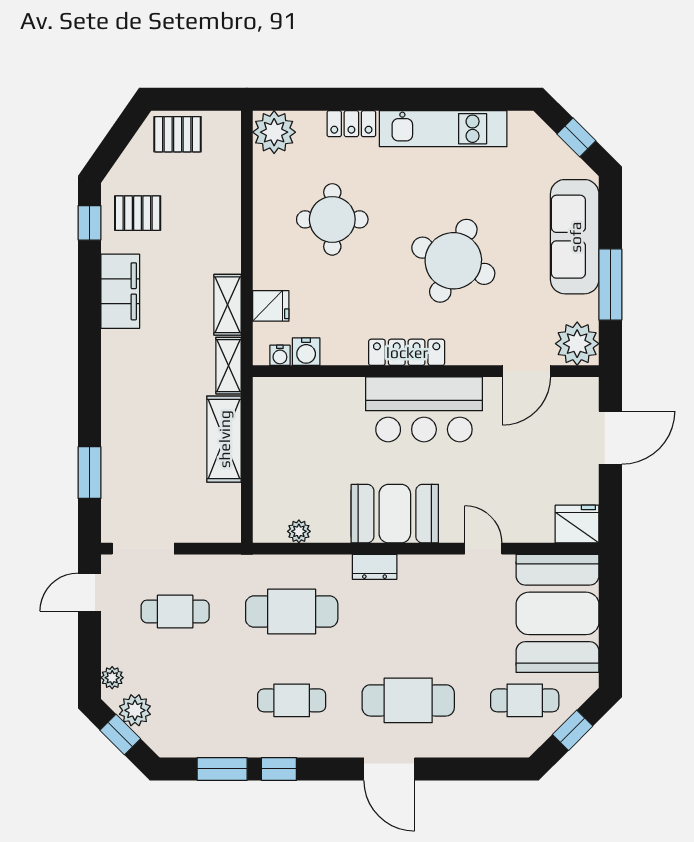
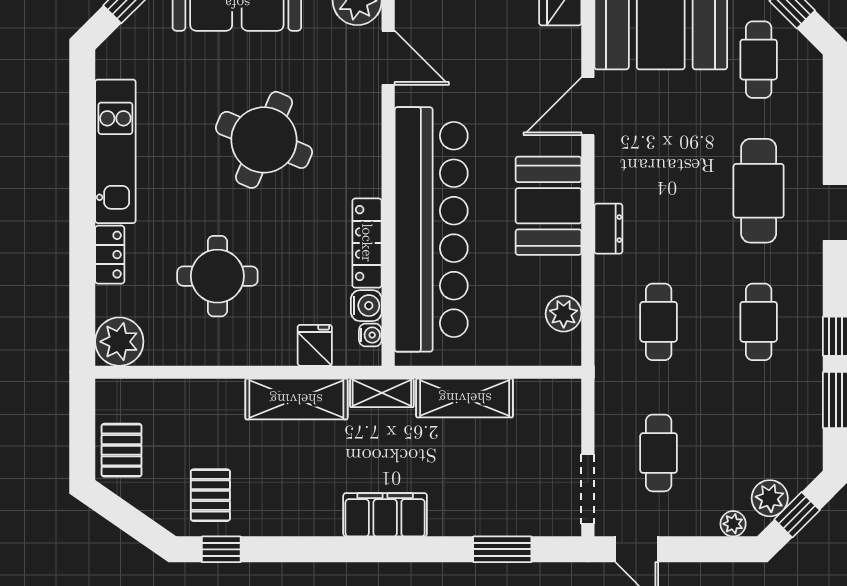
filing cabinet: (120, 291) -> (385, 515), moved
shelving: (228, 305) -> (296, 399), width x1.50, depth x1.33
locker: (407, 352) -> (367, 243), moved
bar counter: (424, 409) -> (431, 229), width x1.86
plant: (299, 531) -> (564, 314), width x1.38, depth x1.38
door: (483, 549) -> (588, 106), width x1.38
cafe table: (292, 611) -> (659, 322), width x0.73, depth x0.74

